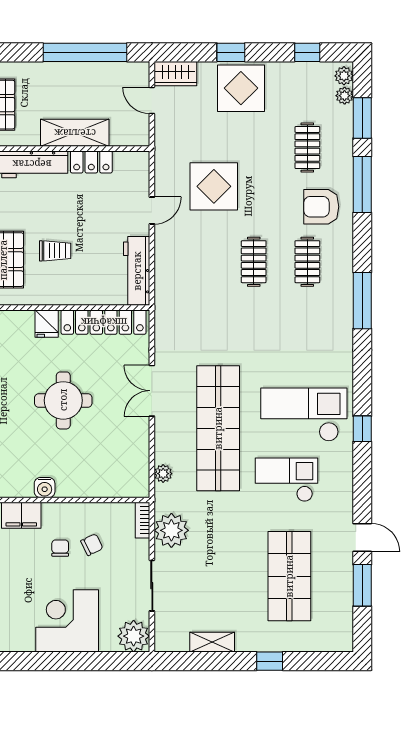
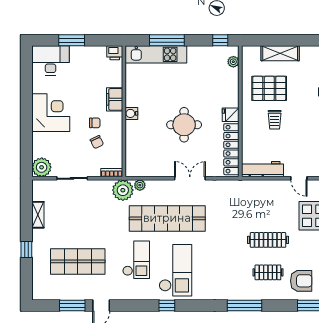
armchair: (321, 207) -> (301, 281), turned 90
clothes rail: (254, 262) -> (268, 240), width x1.36
plant: (171, 530) -> (123, 190), moved
corner desk: (67, 621) -> (51, 113), moved

